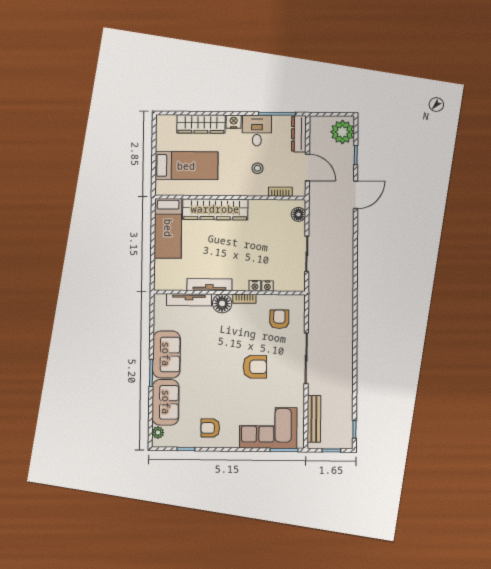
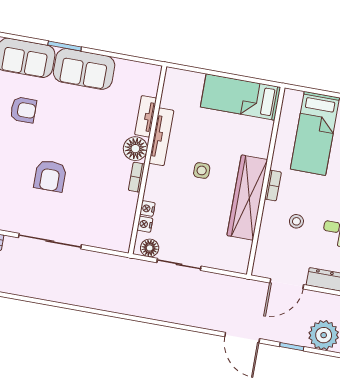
bookcase: (280, 192) -> (273, 185), moved
wardrobe: (215, 209) -> (247, 198), moved
floor lamp: (298, 214) -> (150, 248), moved
side table: (230, 249) -> (202, 170), added
nightstand: (255, 286) -> (145, 224), moved
tv unit: (189, 300) -> (146, 116), width x0.71
armchair: (279, 319) -> (23, 110), moved

